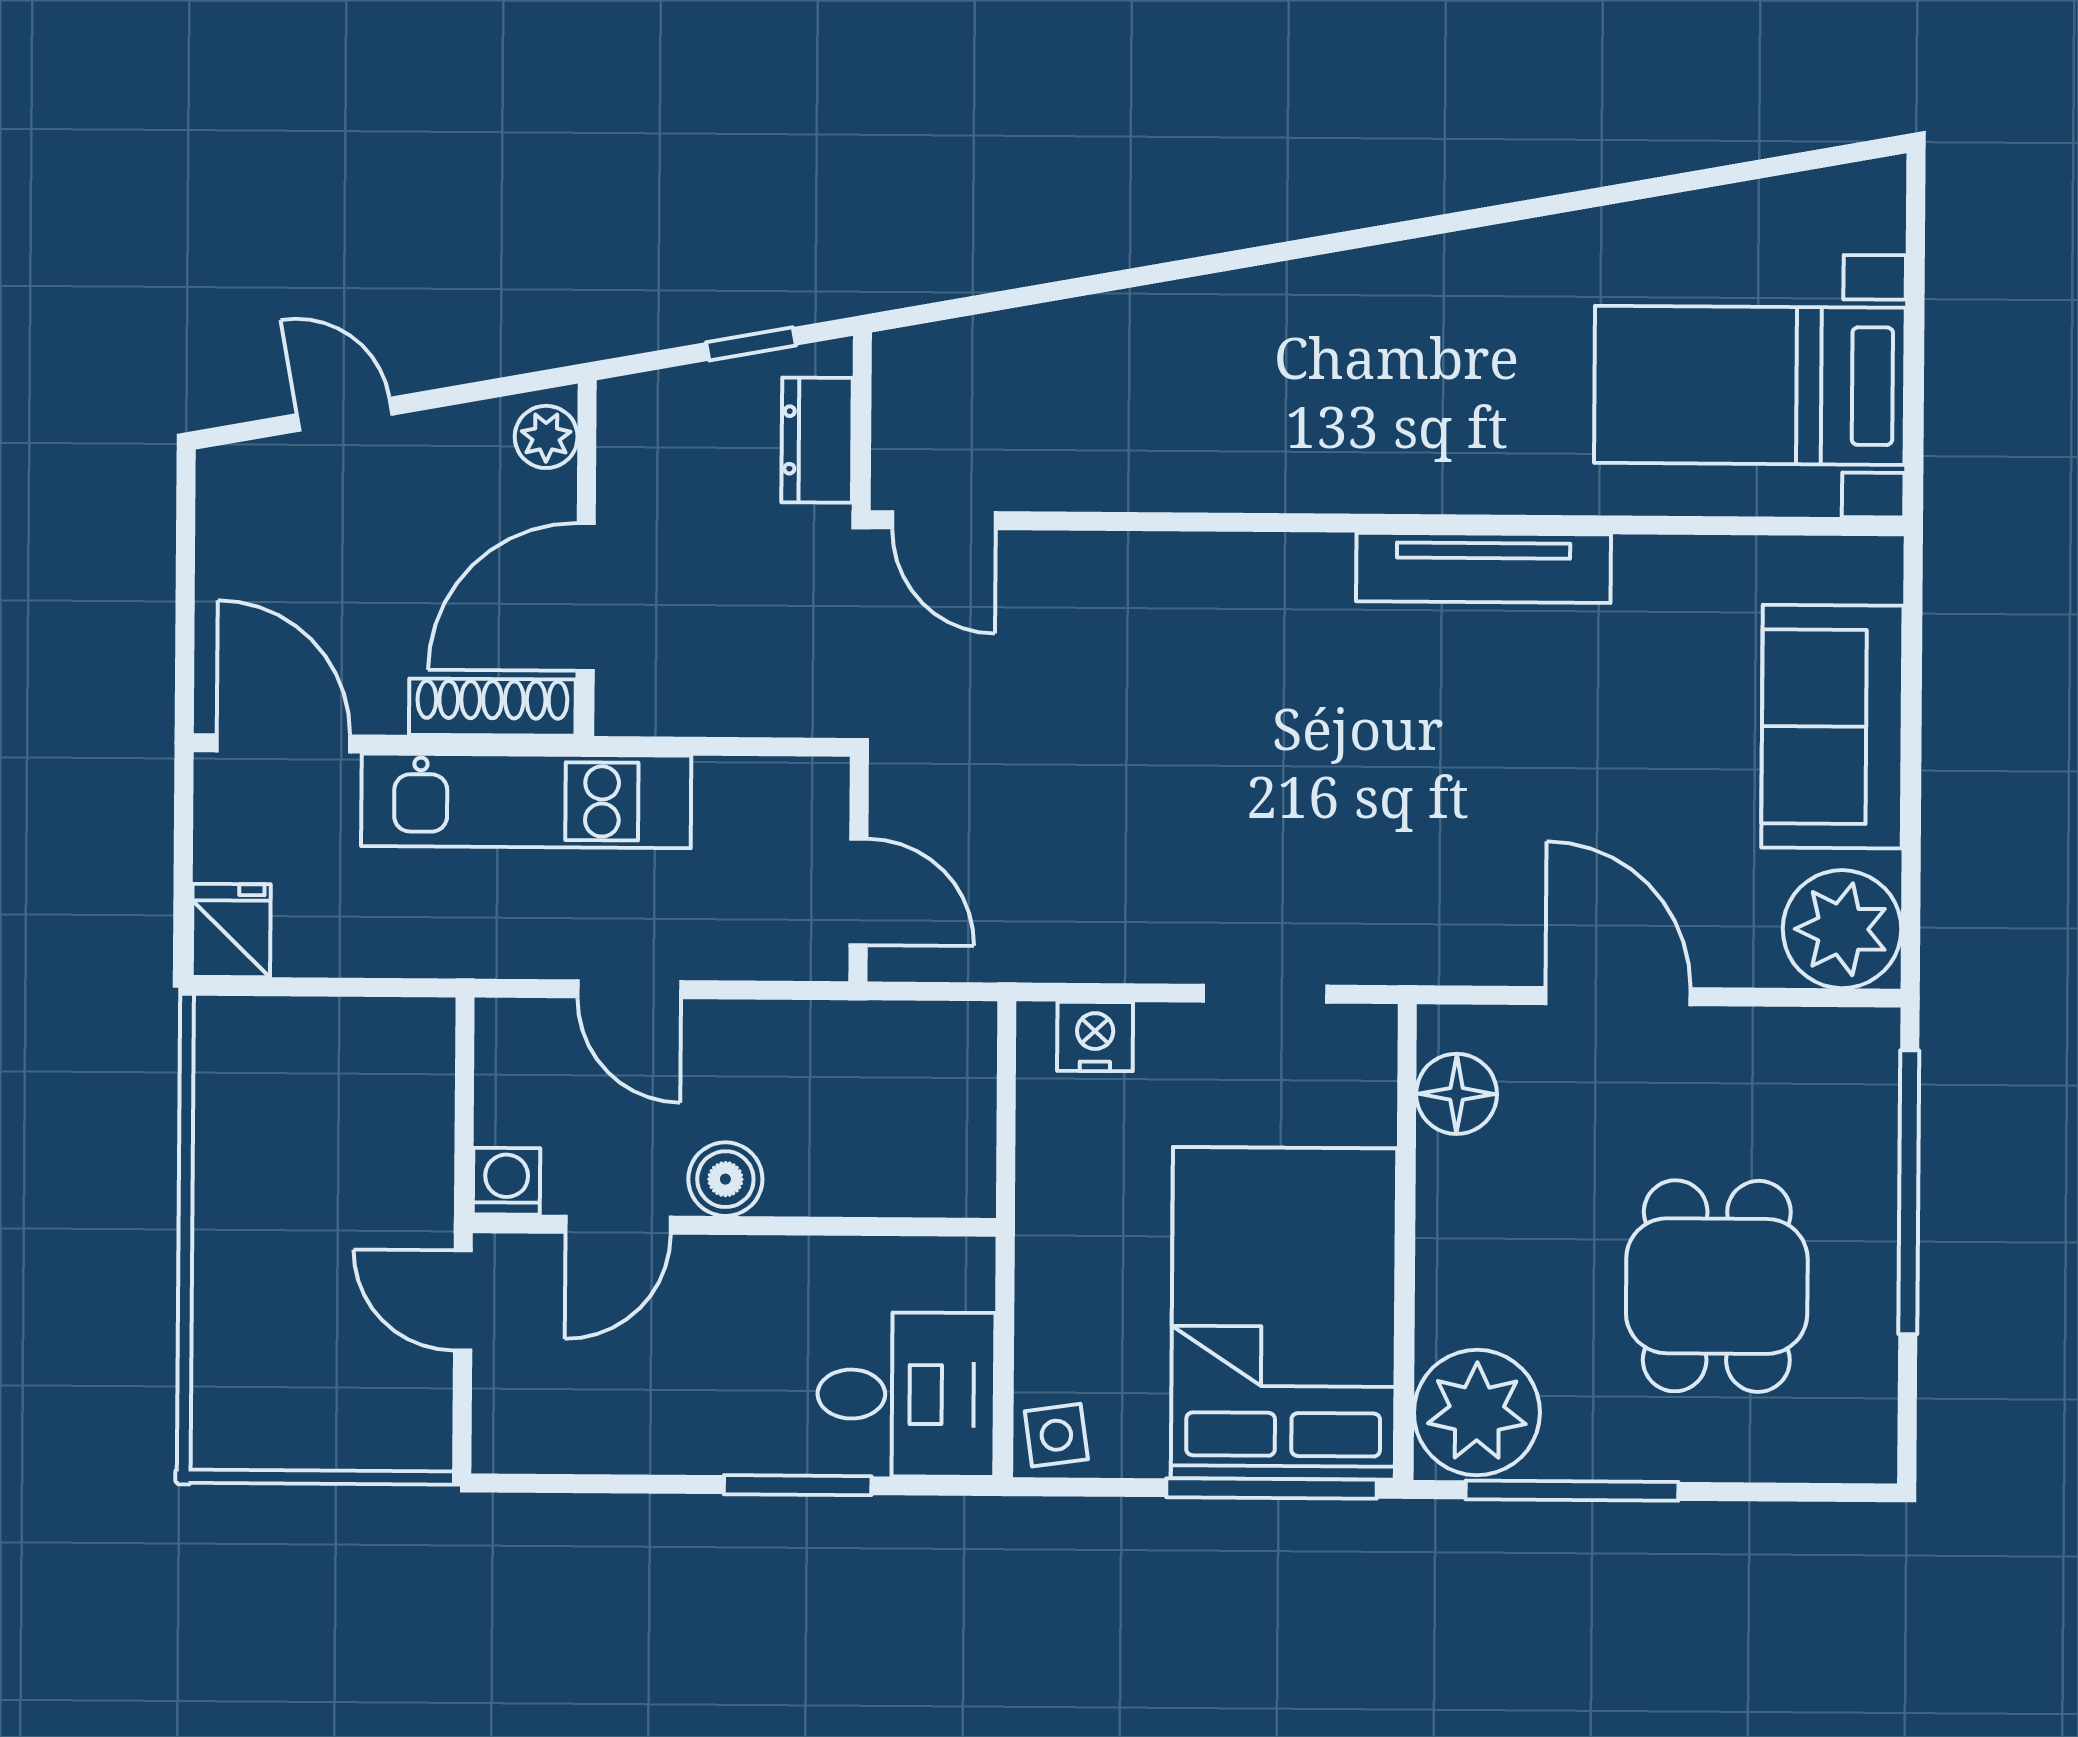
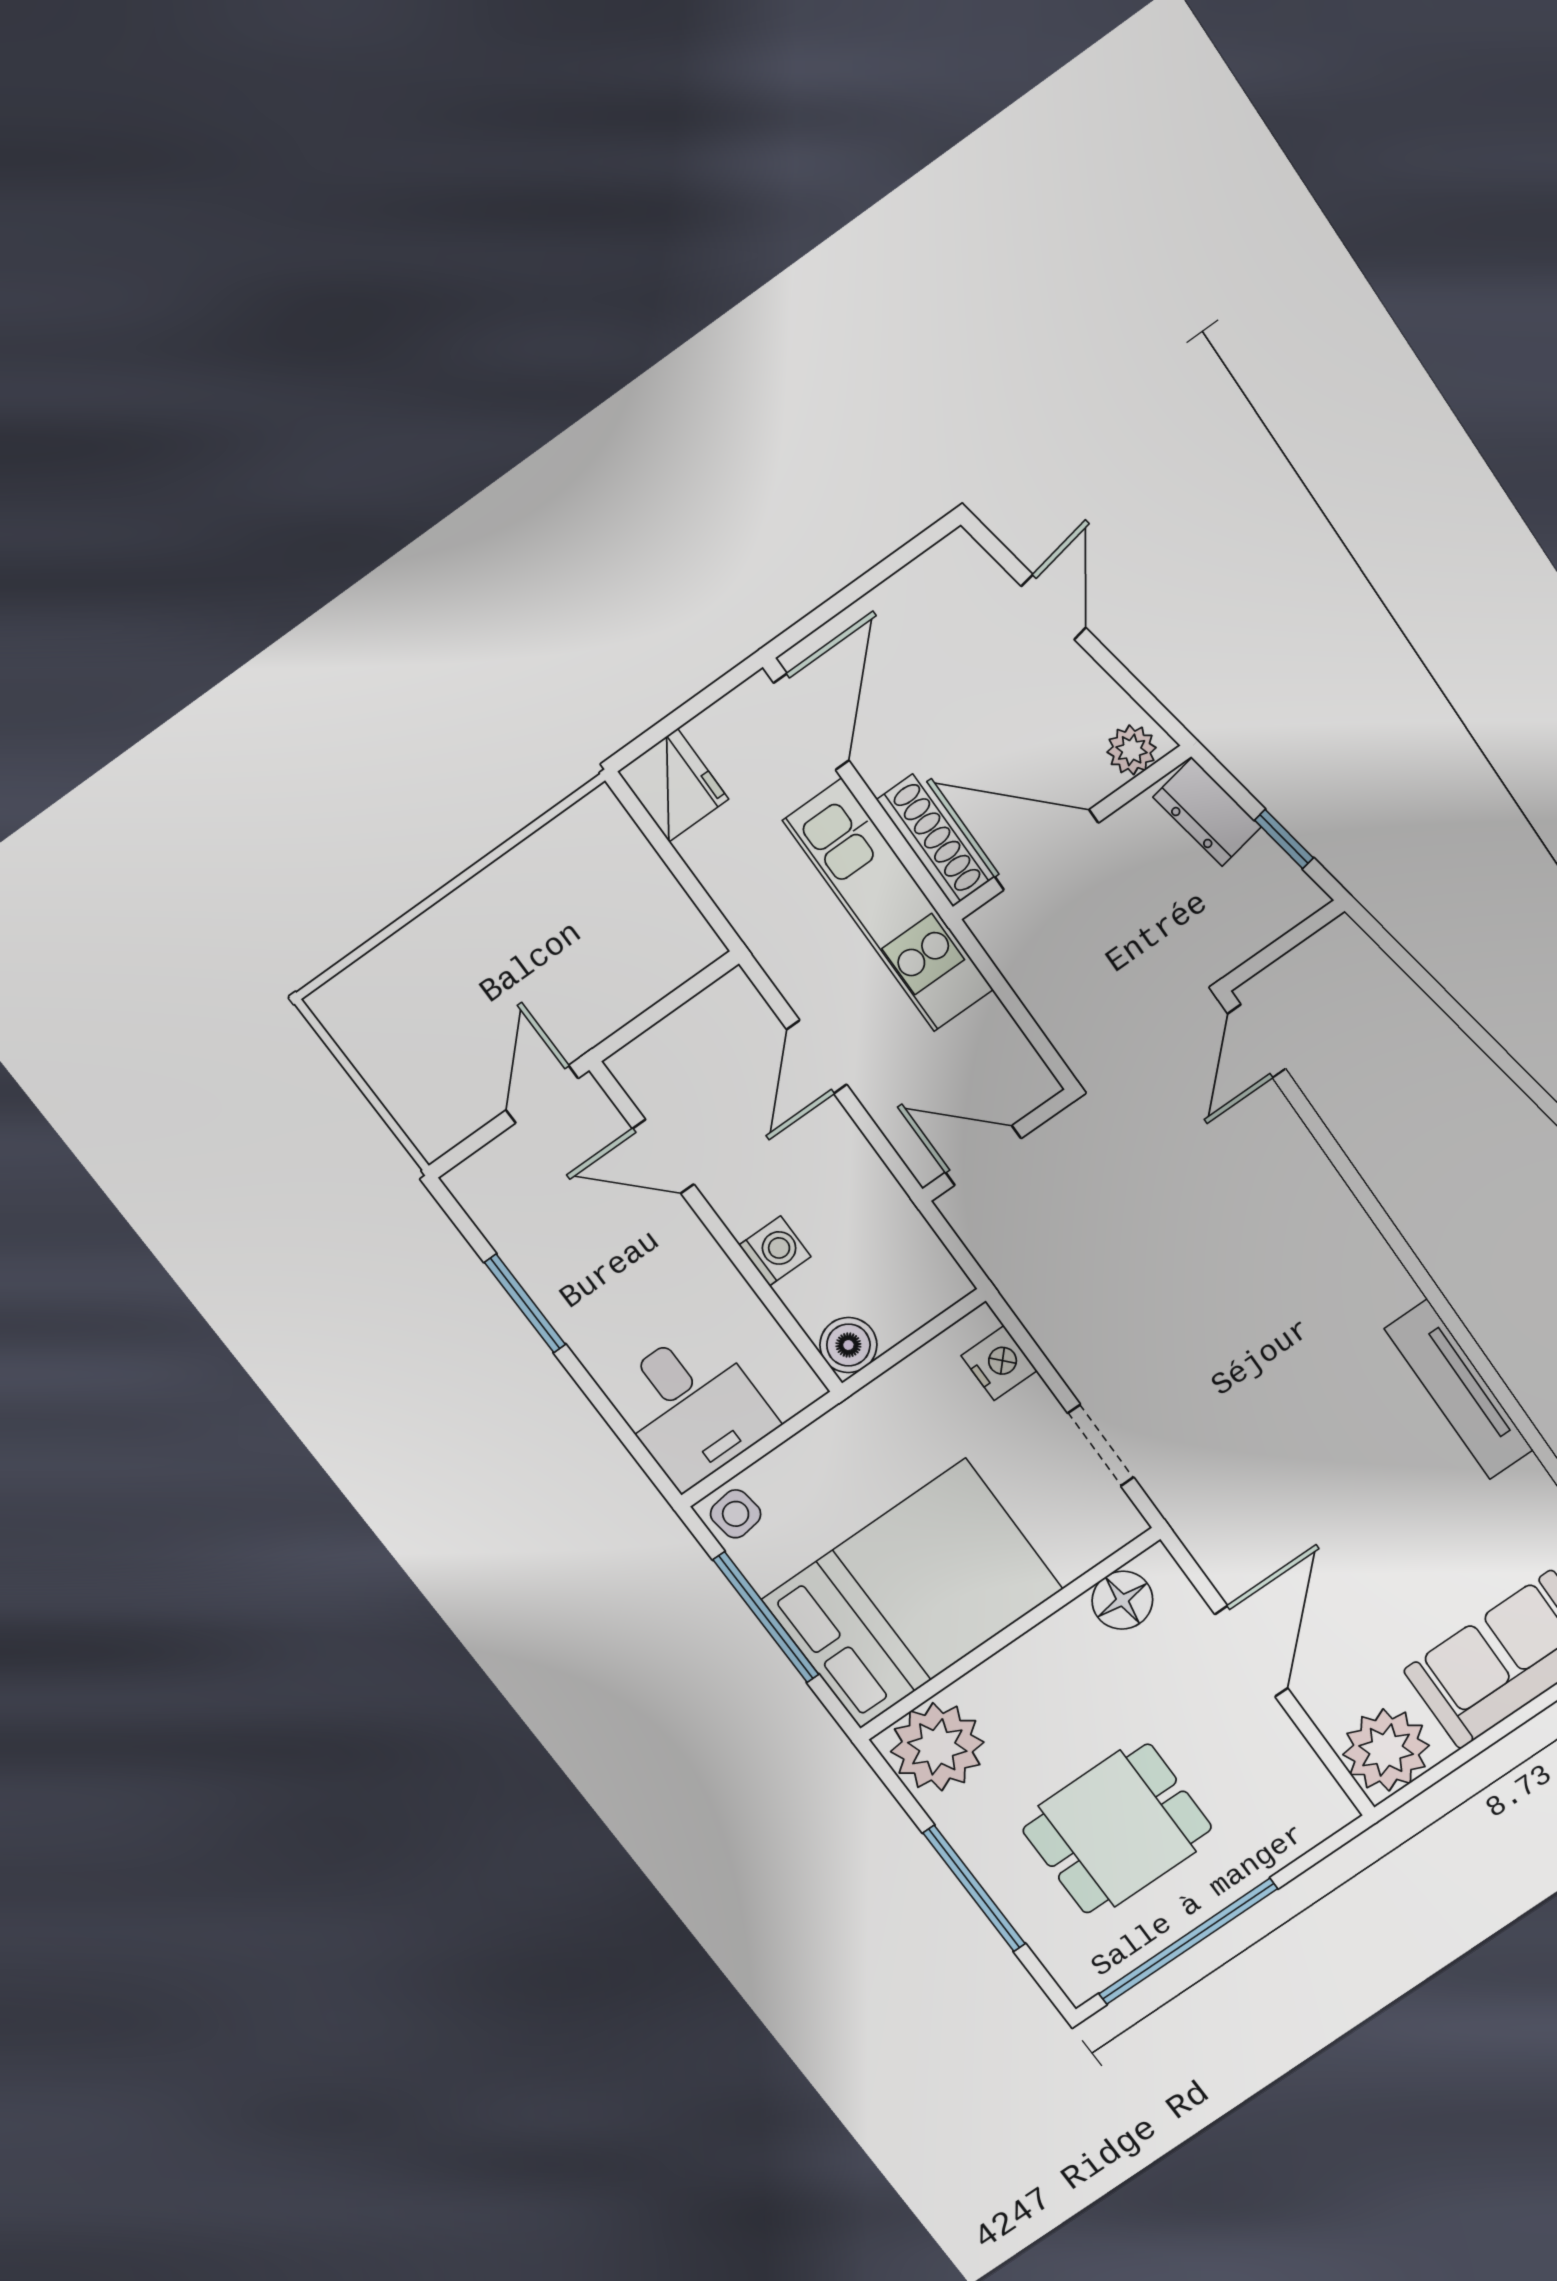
dresser: (817, 440) -> (1207, 812), moved, turned -100
door: (858, 892) -> (983, 1155), swing flipped
fridge: (231, 930) -> (673, 785), width x1.38
boiler: (725, 1179) -> (848, 1345), moved
washing machine: (507, 1181) -> (775, 1251), moved
window: (1909, 1192) -> (1188, 1941), moved
window: (798, 1485) -> (525, 1303), moved
window: (1271, 1488) -> (766, 1617), moved
window: (1572, 1491) -> (974, 1888), moved

